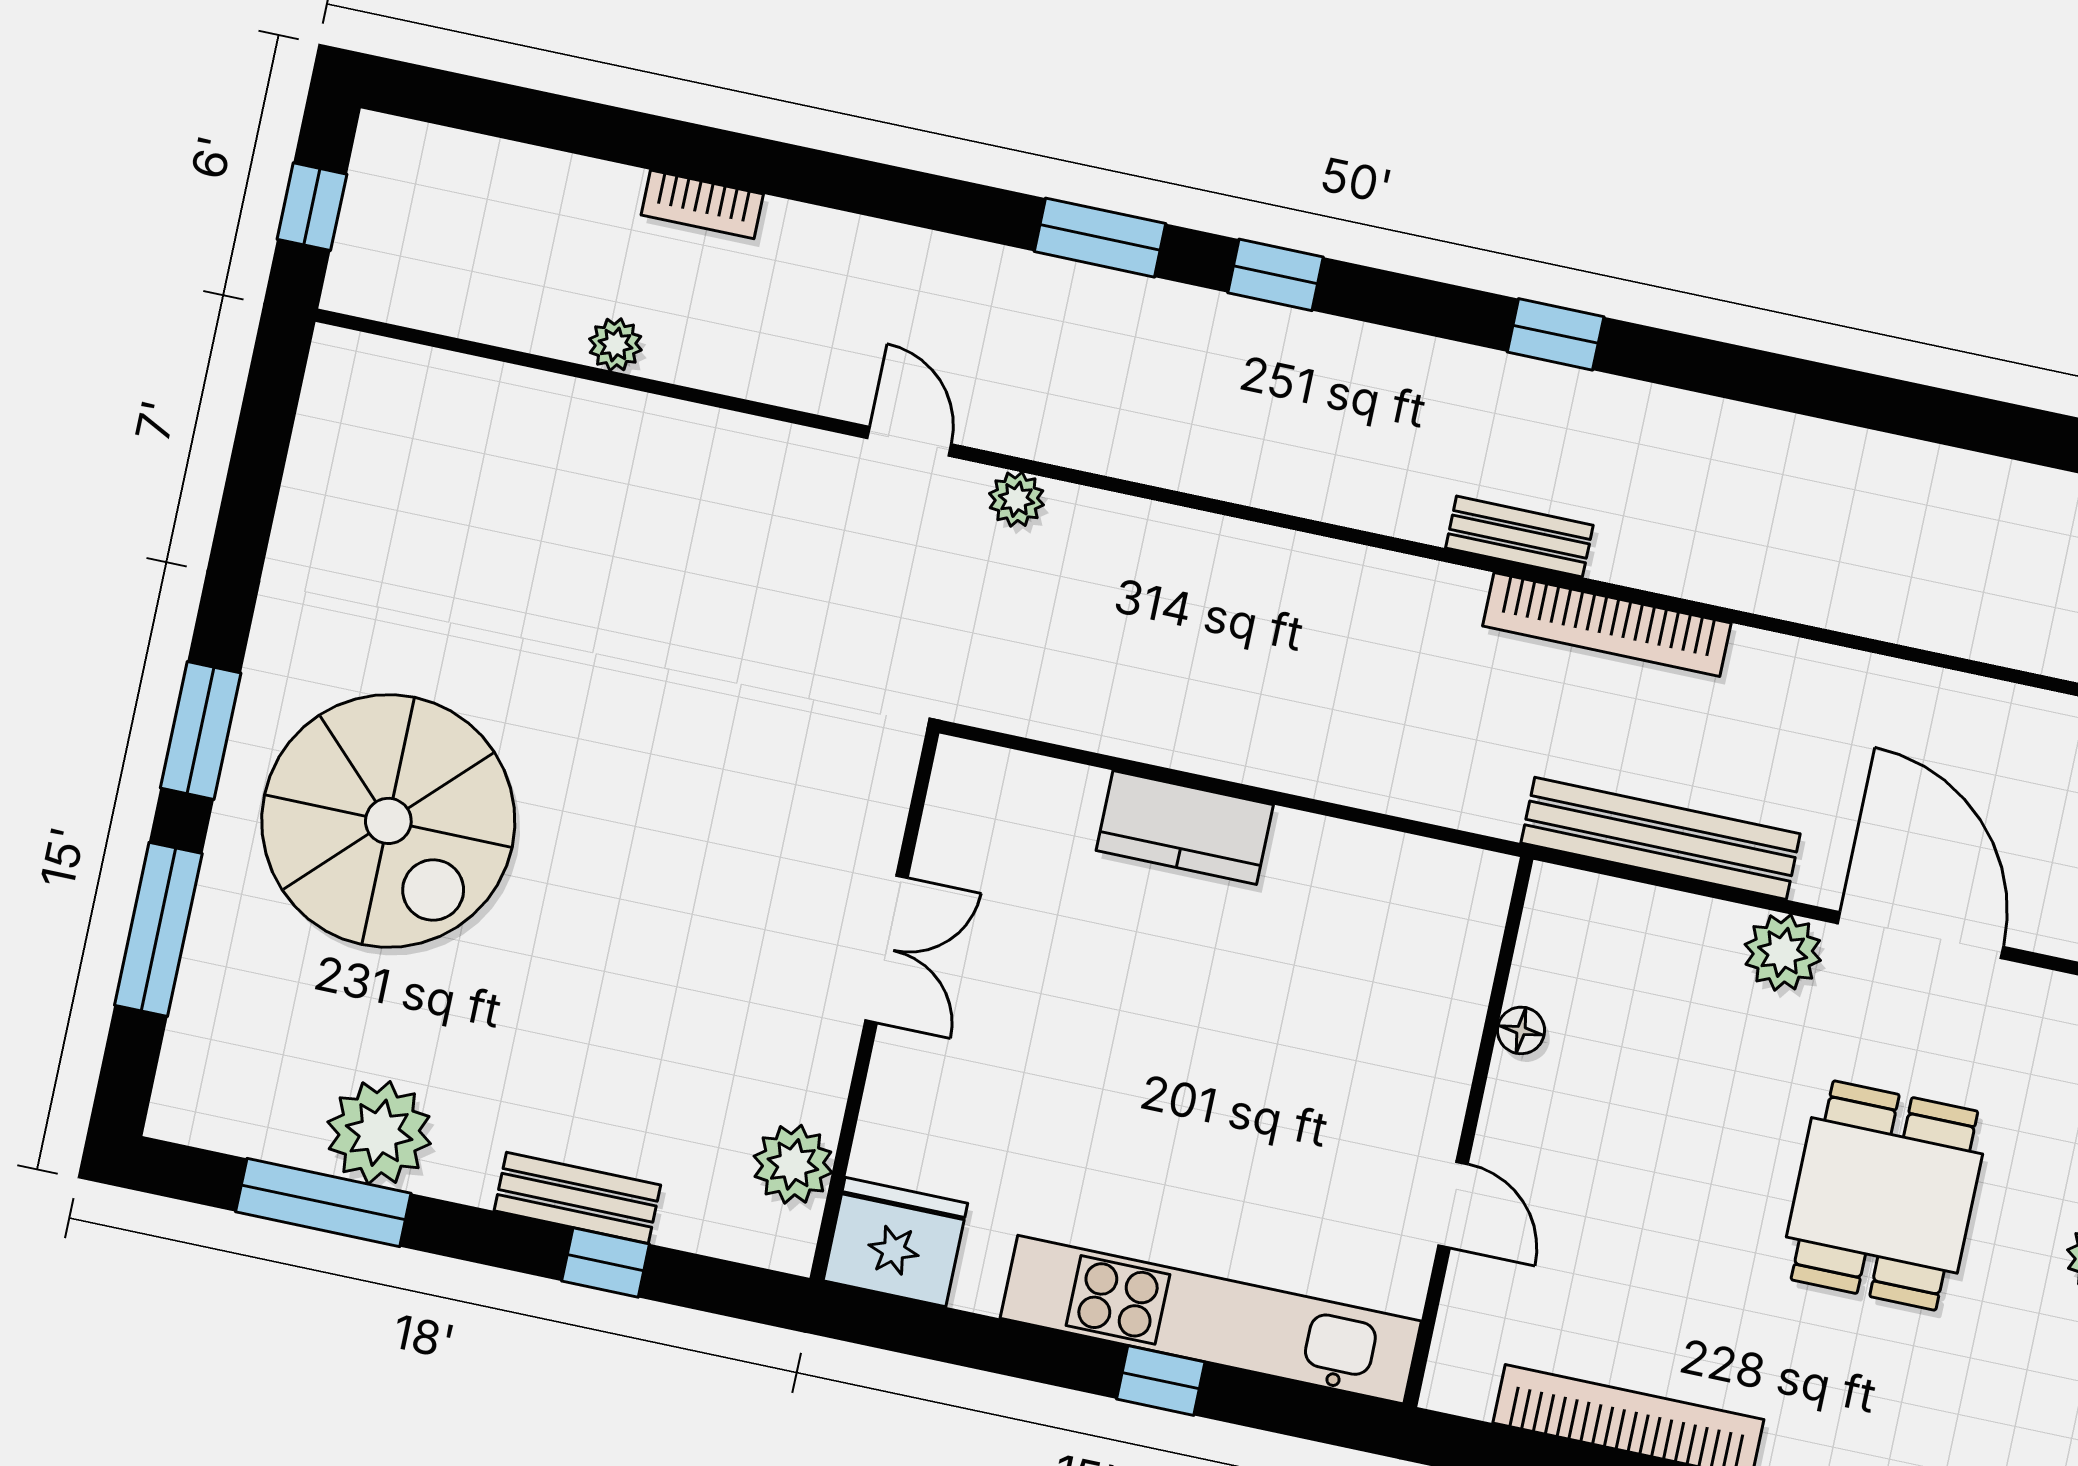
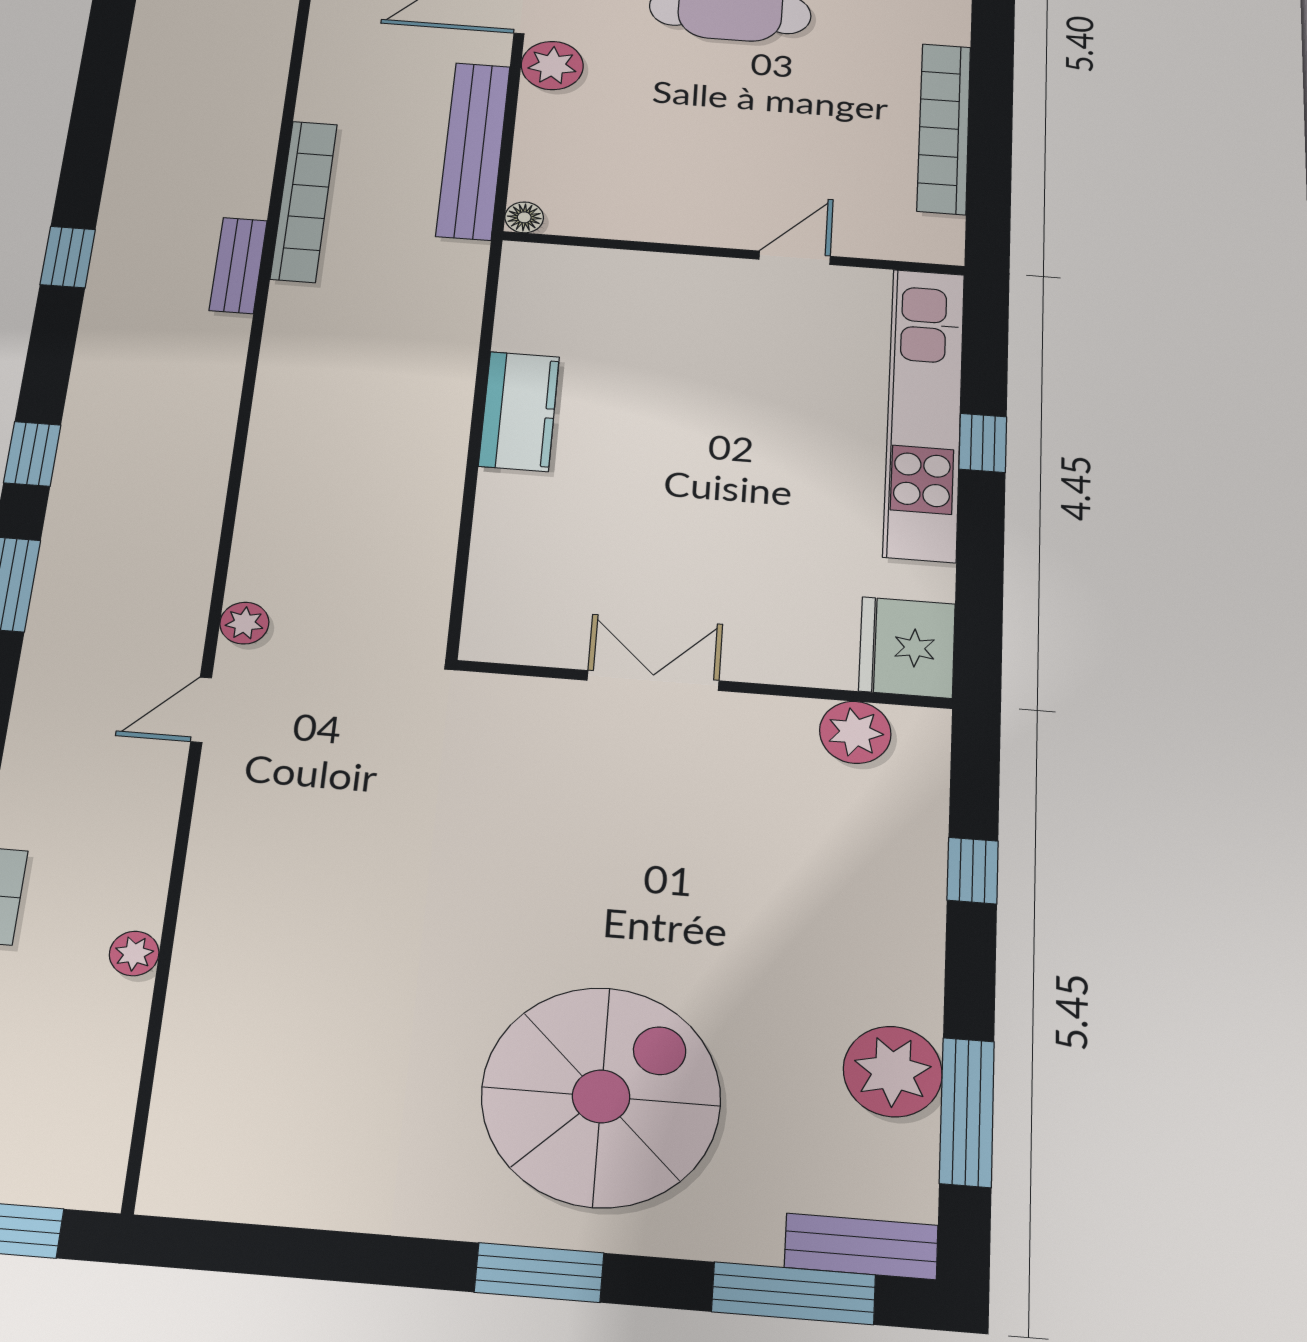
kitchen counter: (1185, 828) -> (519, 411), moved
window: (158, 929) -> (794, 1293), moved
floor lamp: (1521, 1030) -> (524, 217), moved
bench: (577, 1198) -> (861, 1246), moved, turned 90

